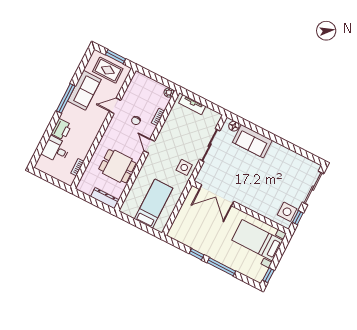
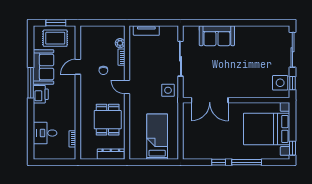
plant: (169, 93) -> (120, 43), moved
floor lamp: (234, 126) -> (194, 31), removed
printer: (61, 129) -> (41, 94), moved
dining table: (117, 166) -> (108, 120), turned 90
bed with nightstands: (257, 240) -> (267, 129), width x1.36

